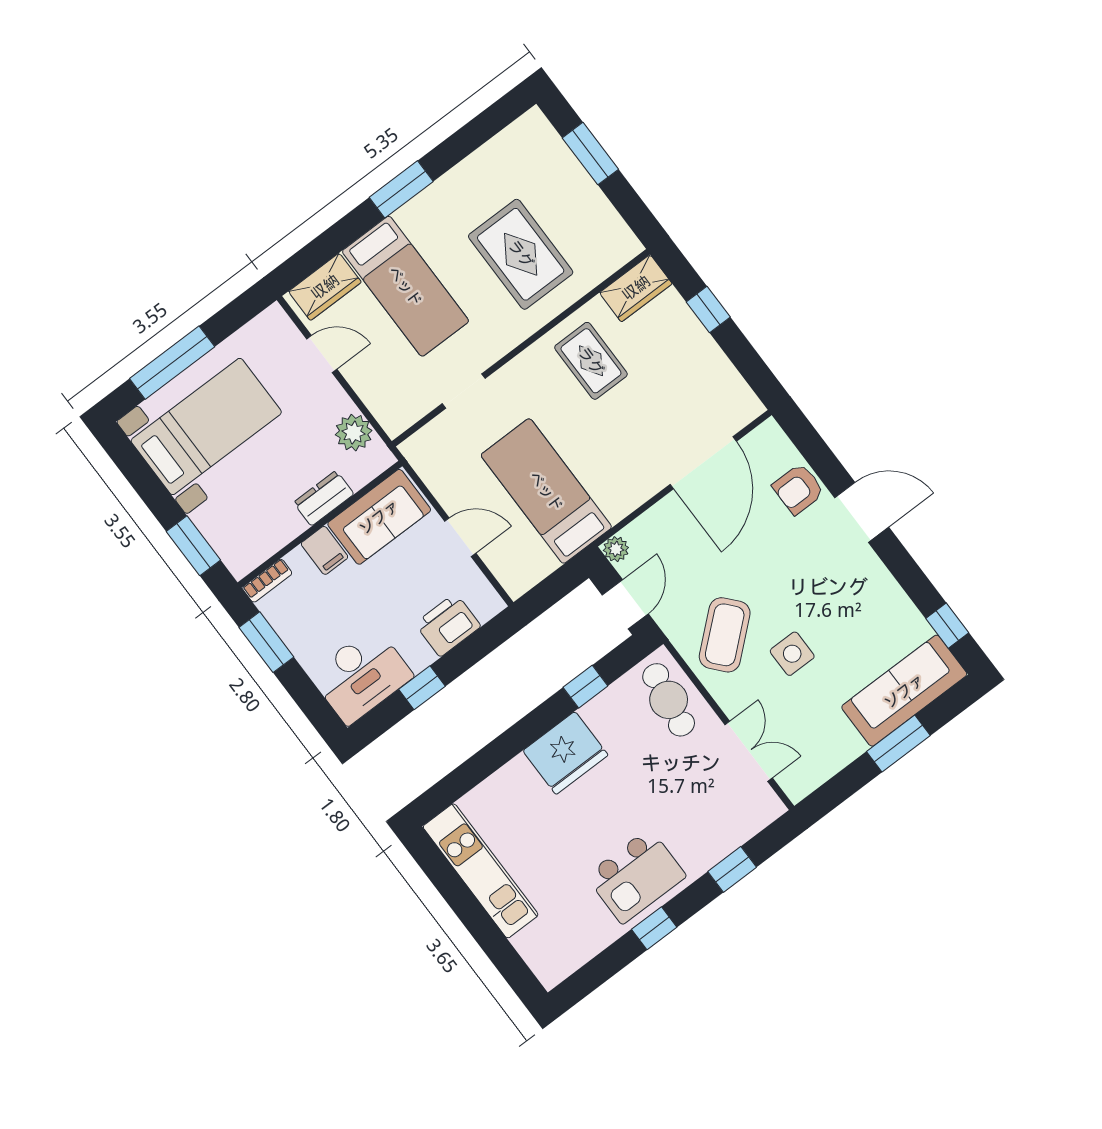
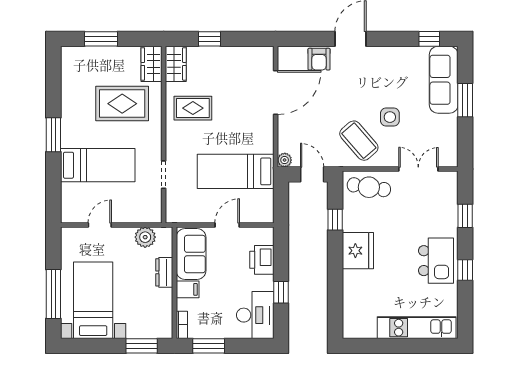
wardrobe: (325, 287) -> (152, 64), moved, turned 180
door: (703, 463) -> (276, 93), hinge flipped
kitchen unit: (481, 871) -> (417, 328), moved

